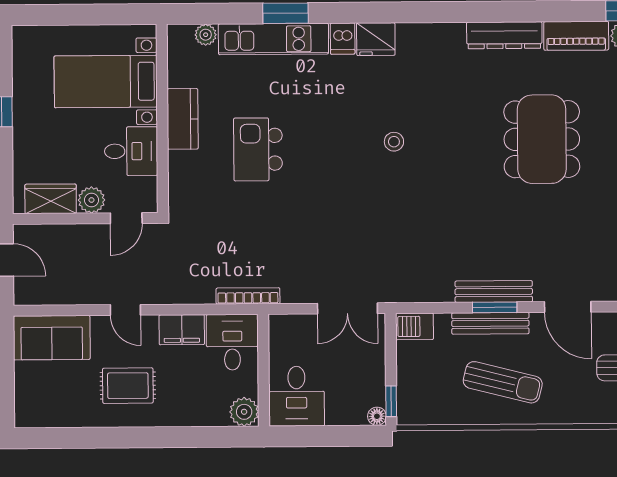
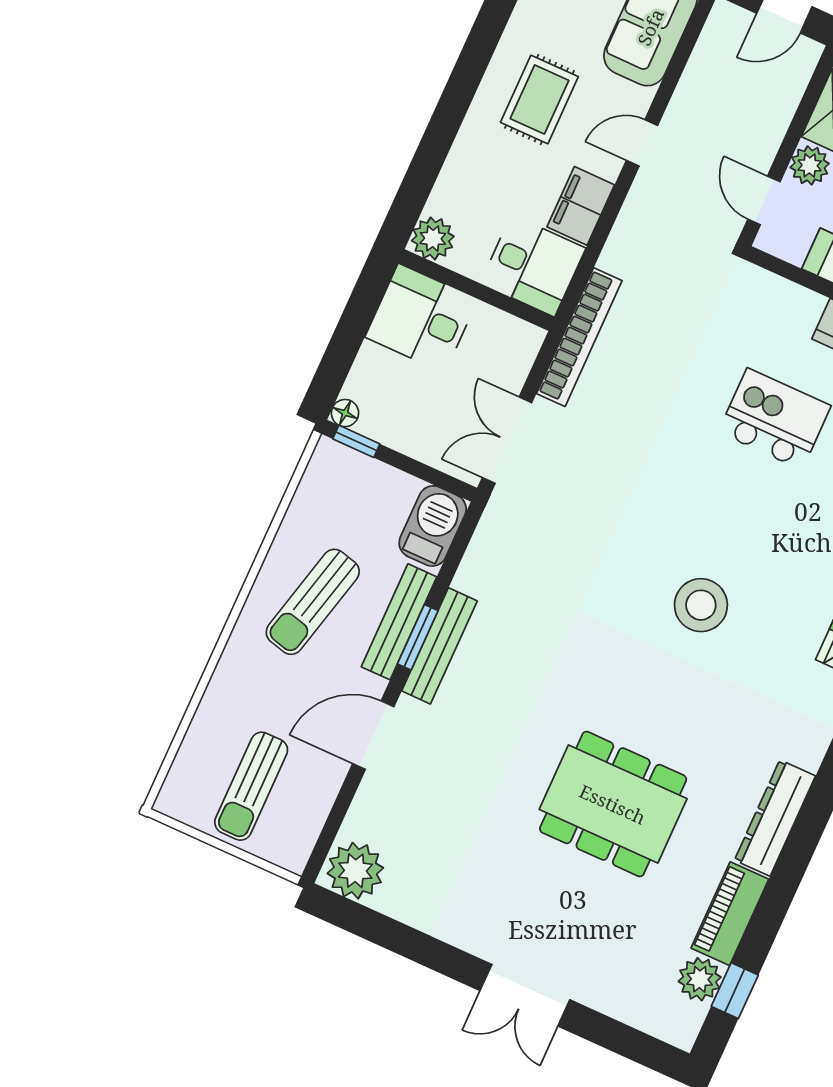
stool: (394, 142) -> (701, 605), width x1.89, depth x1.89
bookcase: (248, 296) -> (579, 337), width x1.48, depth x1.31
barbecue: (415, 326) -> (433, 526), width x1.38, depth x1.27

